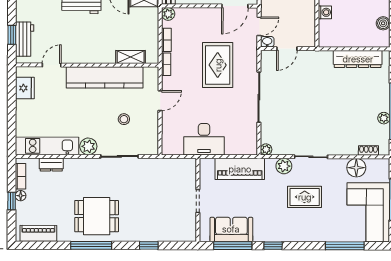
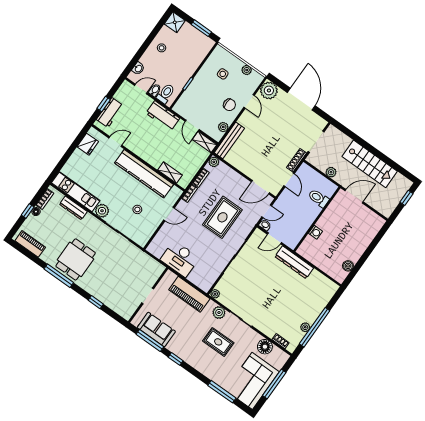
dresser: (358, 59) -> (294, 262), moved
dresser: (51, 164) -> (73, 208), width x1.44
dining table: (97, 216) -> (76, 259), turned 90

